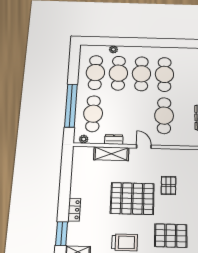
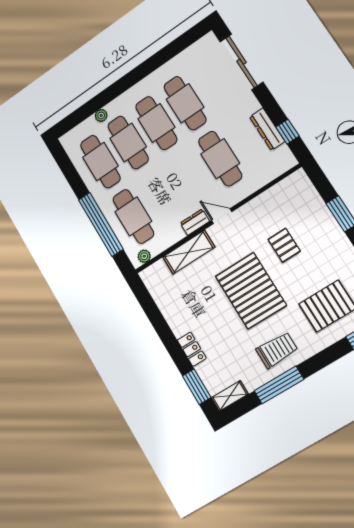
dresser: (114, 139) -> (195, 222), moved
pallet: (132, 198) -> (251, 291), turned 90

